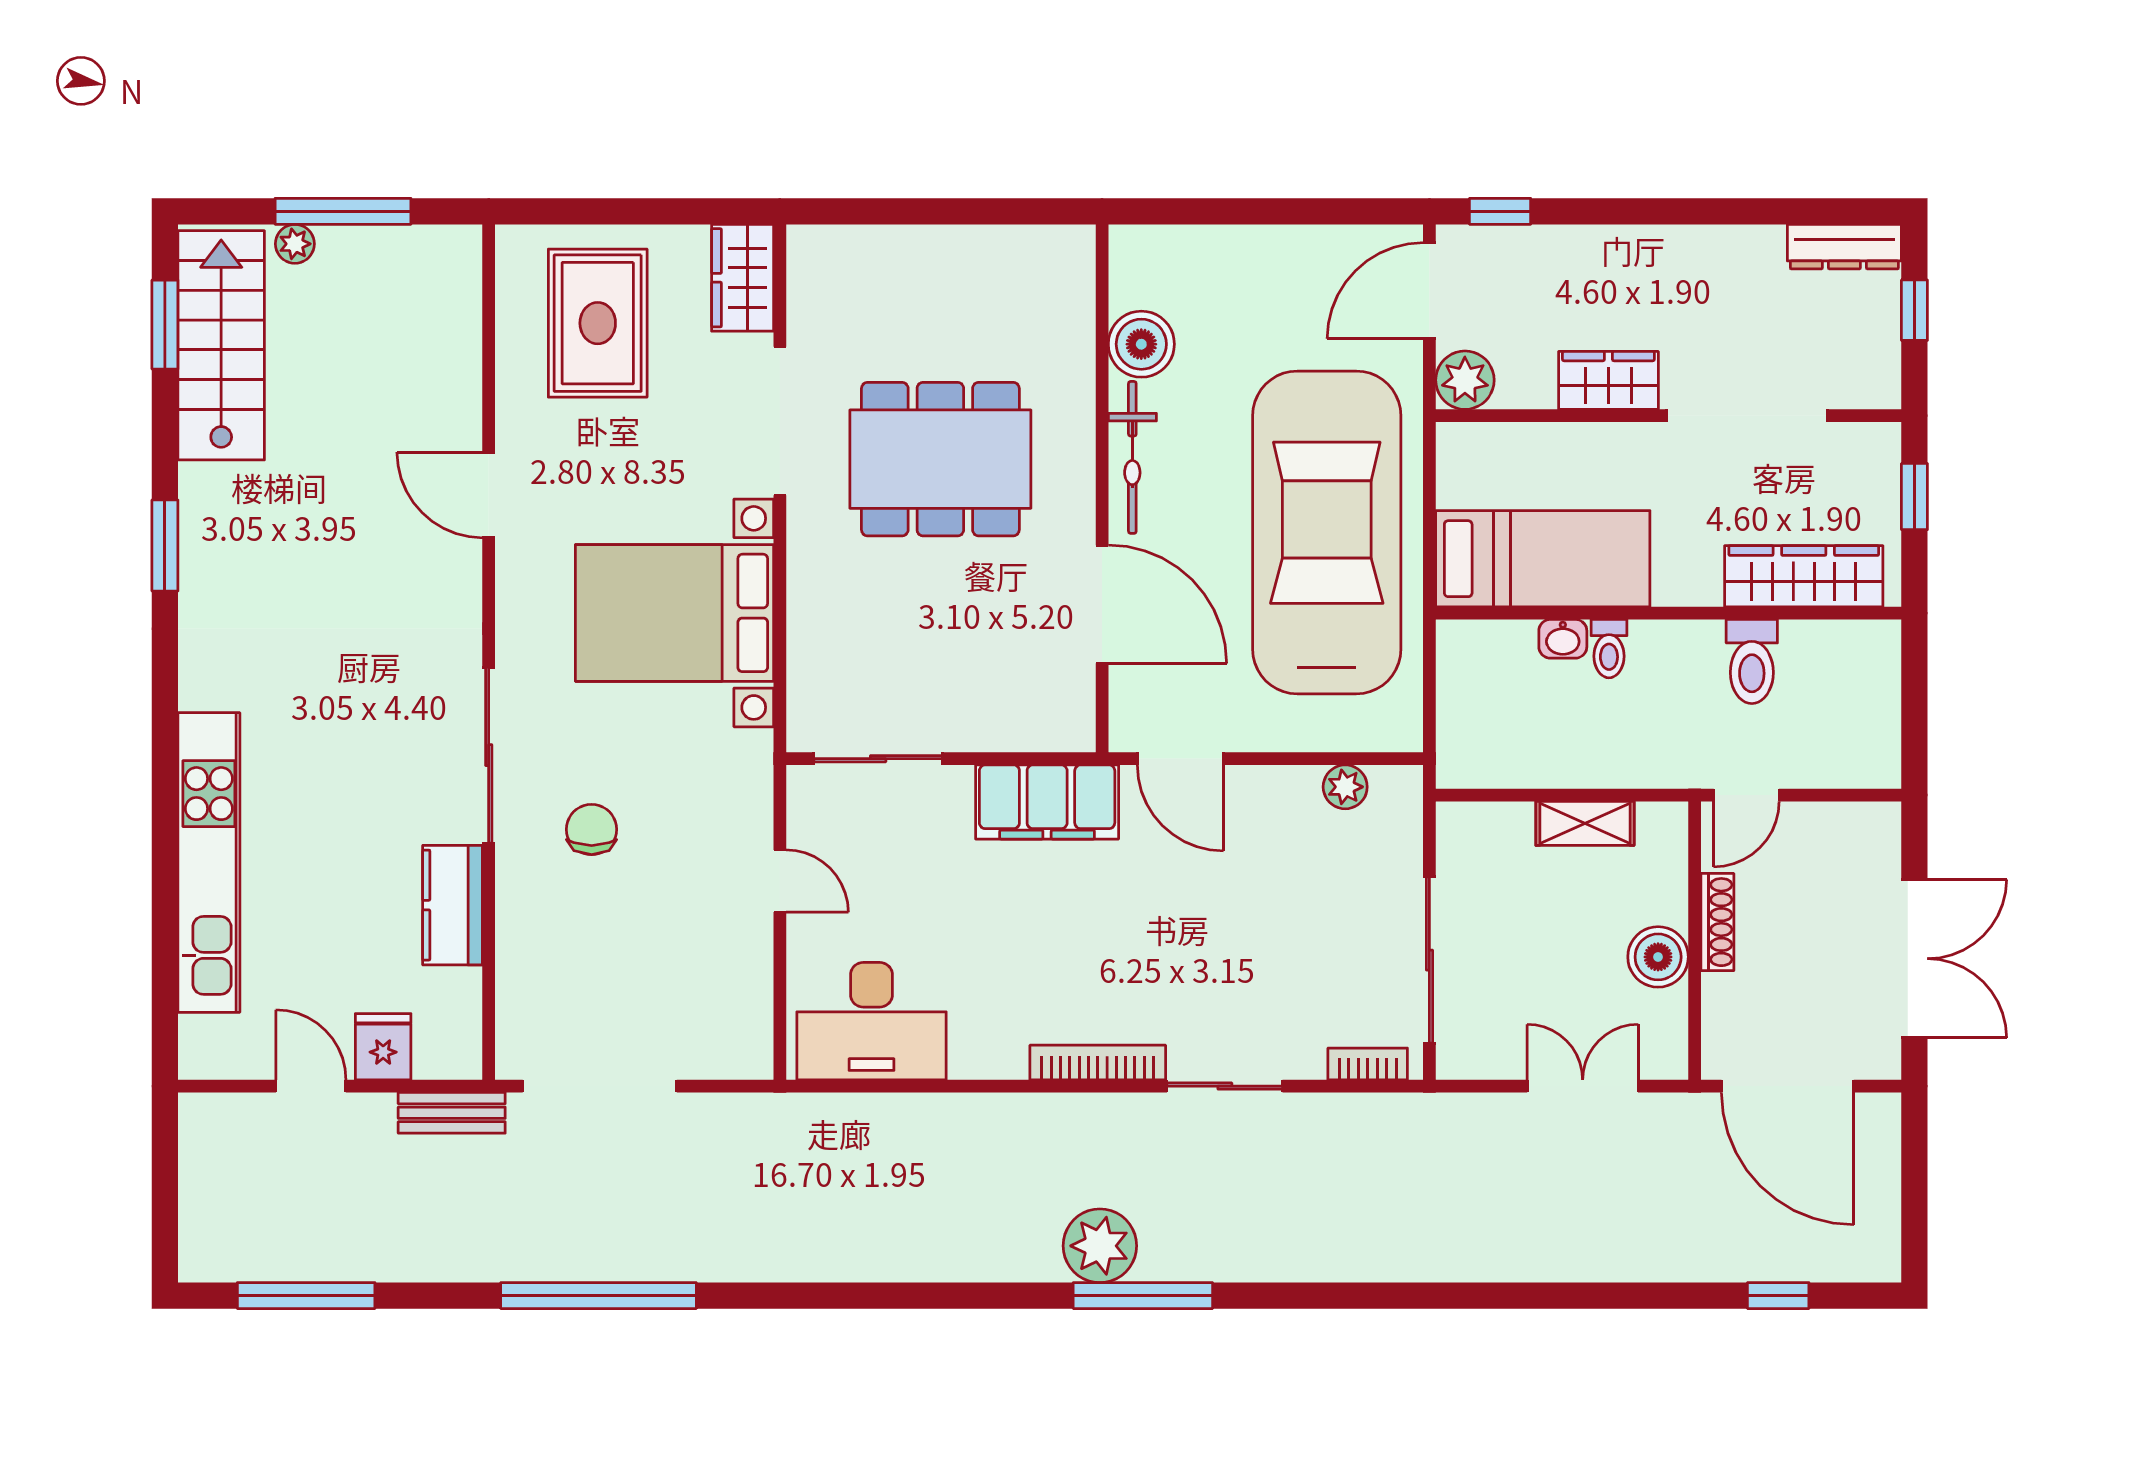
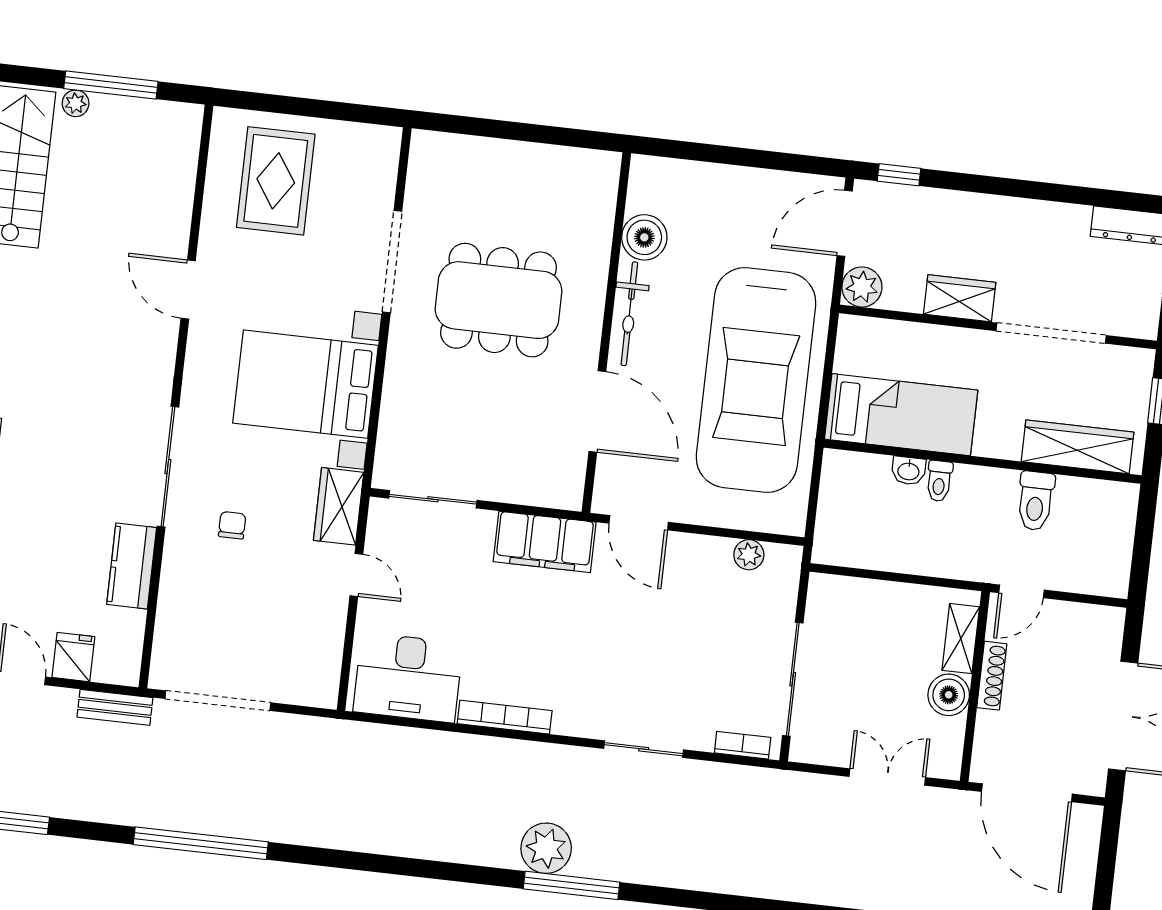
wardrobe: (743, 278) -> (339, 506), moved
car: (1327, 532) -> (756, 380), turned 180
shelving: (1585, 823) -> (961, 639), moved, turned 90
chair: (592, 829) -> (232, 525), width x0.73, depth x0.73
bookcase: (1098, 1063) -> (505, 717), moved

